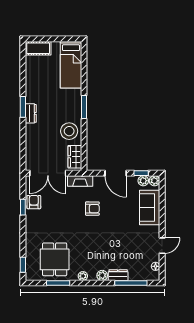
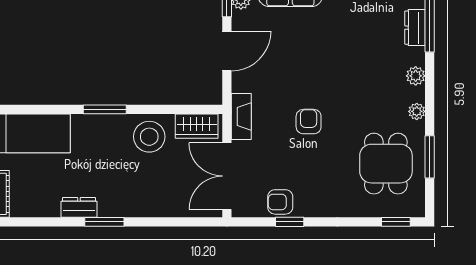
dresser: (31, 113) -> (79, 207), moved
double door: (48, 173) -> (227, 176), swing flipped
armchair: (92, 209) -> (309, 122), moved
dining table: (55, 259) -> (386, 164), turned 90
dresser: (118, 275) -> (415, 28), moved

